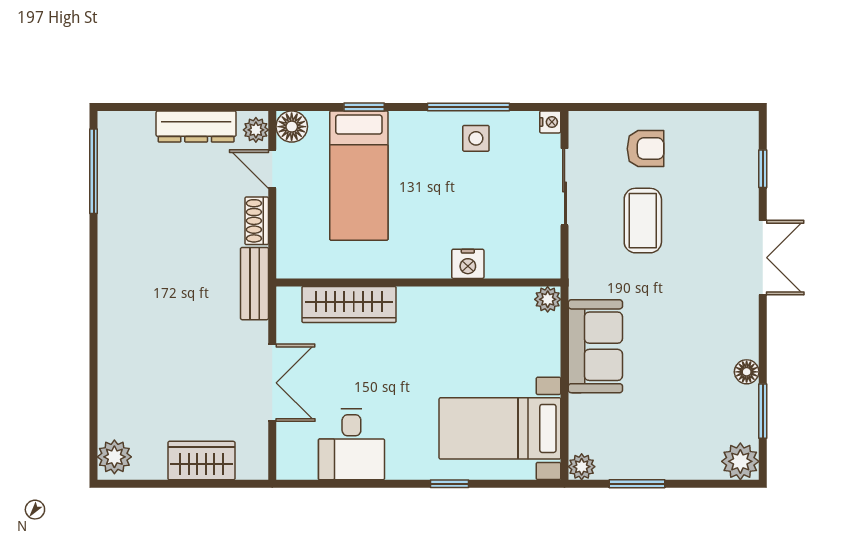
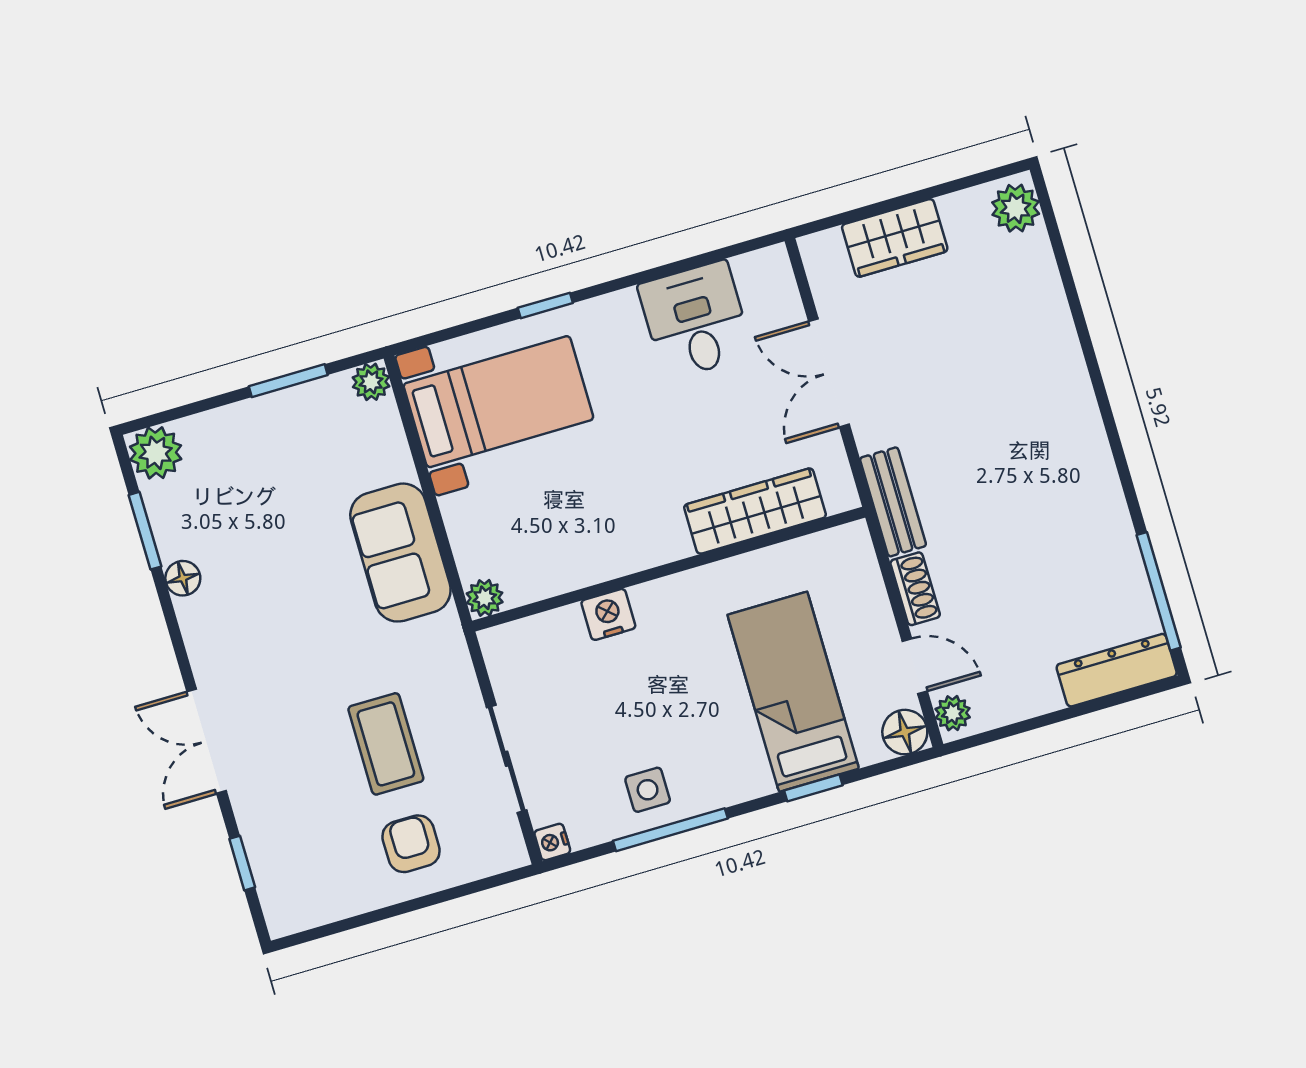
dresser: (196, 127) -> (1117, 670), moved
armchair: (645, 149) -> (411, 844), turned 90

